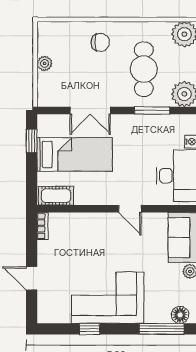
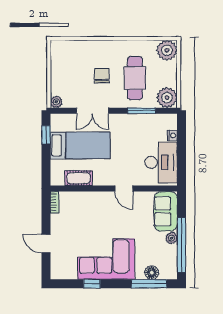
chair: (100, 42) -> (102, 76), moved, turned -90
plant: (45, 63) -> (56, 102), moved
cot: (56, 196) -> (79, 178), moved
floor lamp: (180, 315) -> (152, 273), moved

